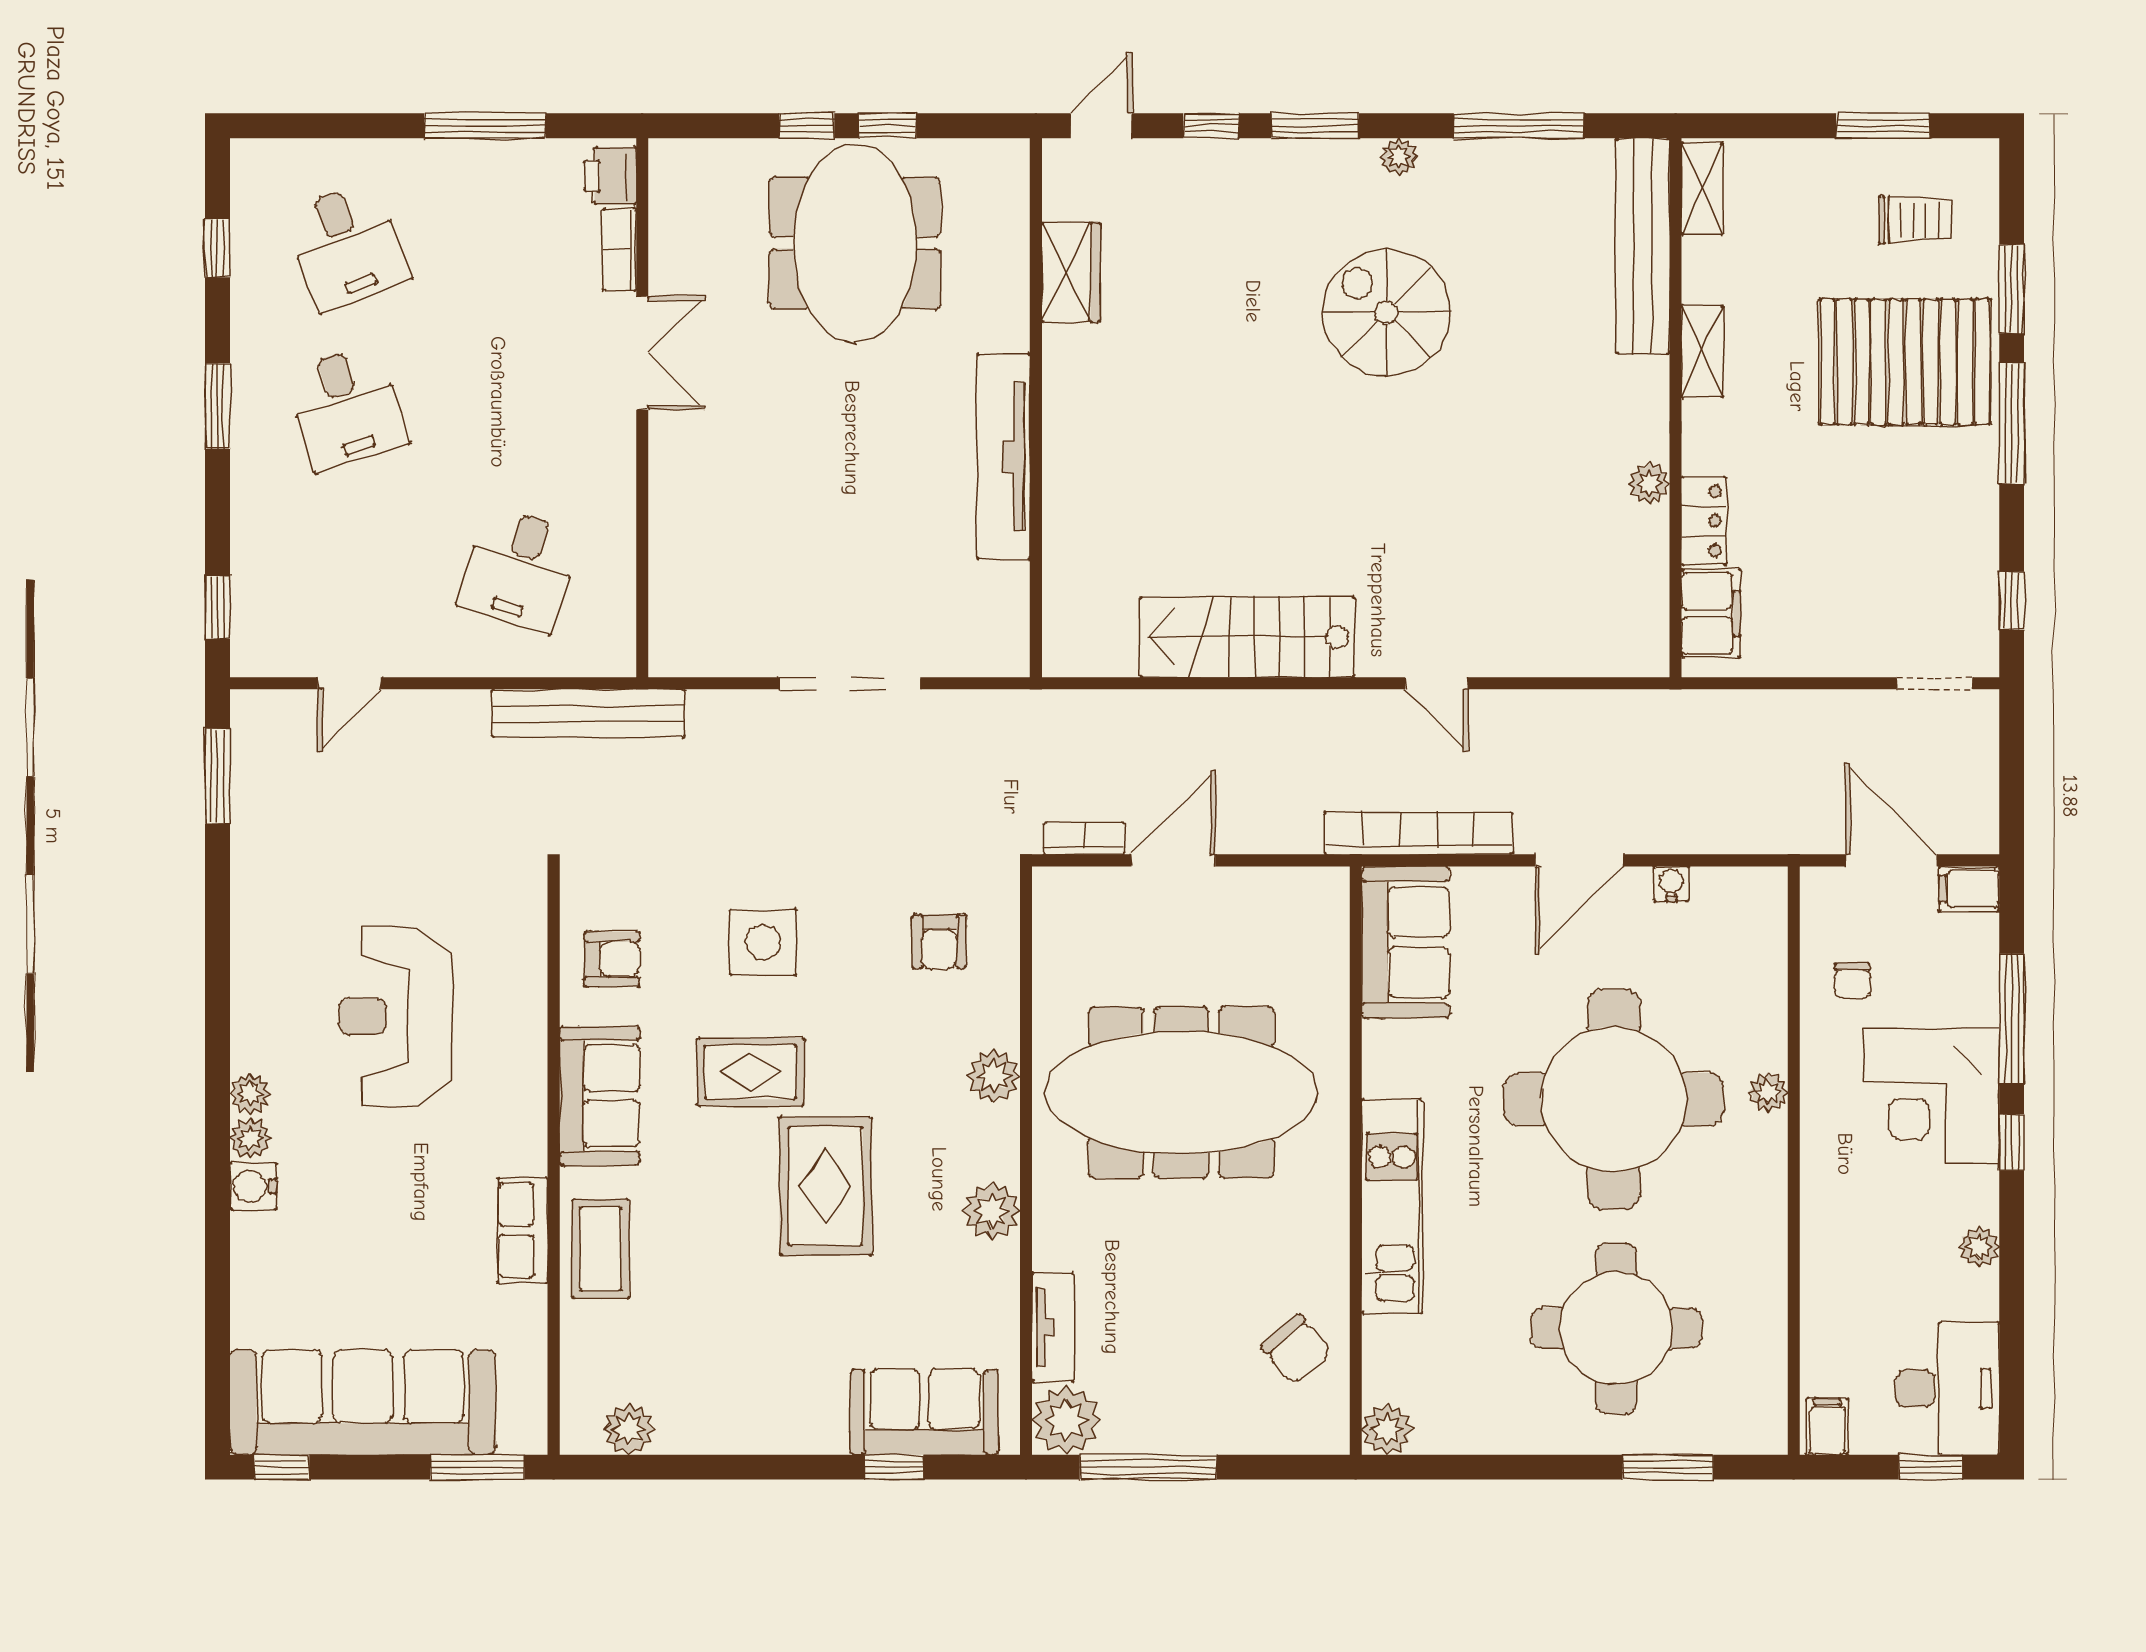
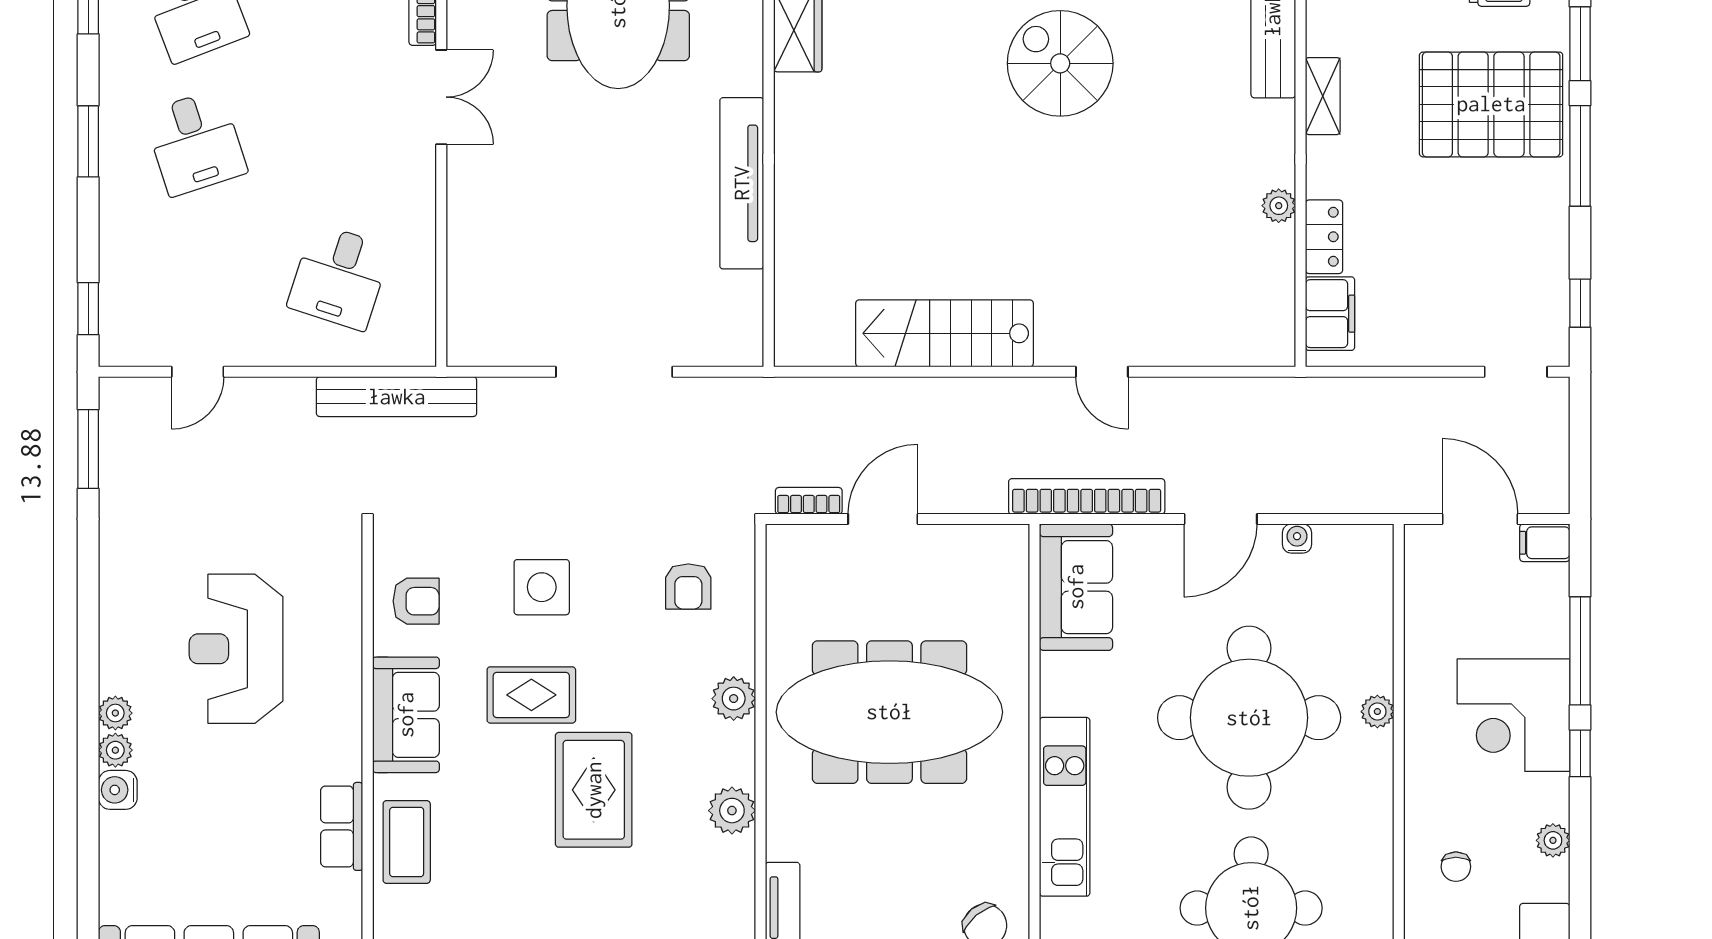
chair: (1852, 981) -> (1456, 867), moved

